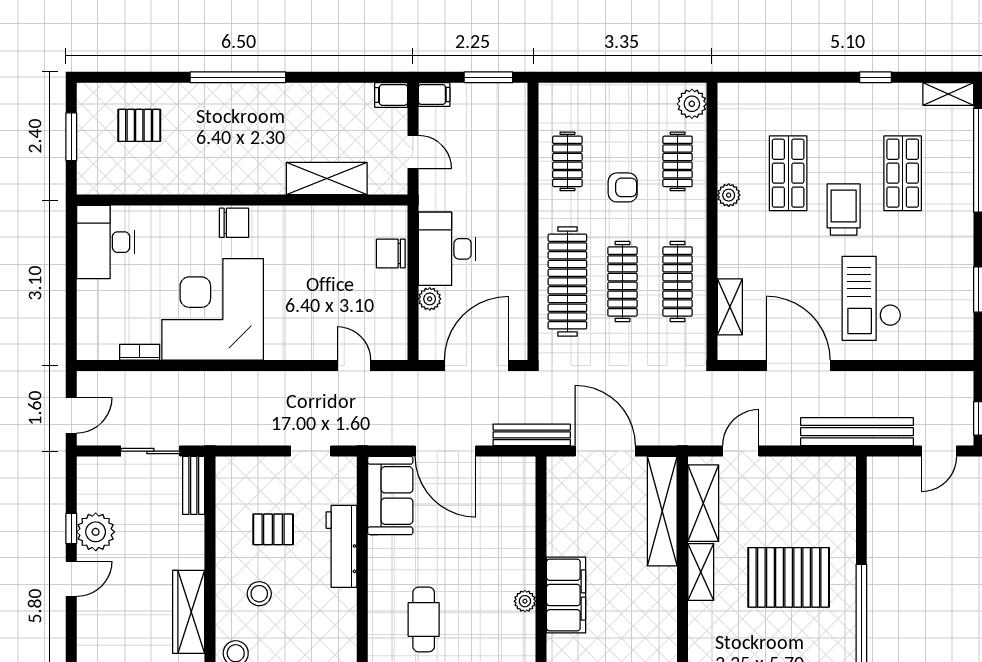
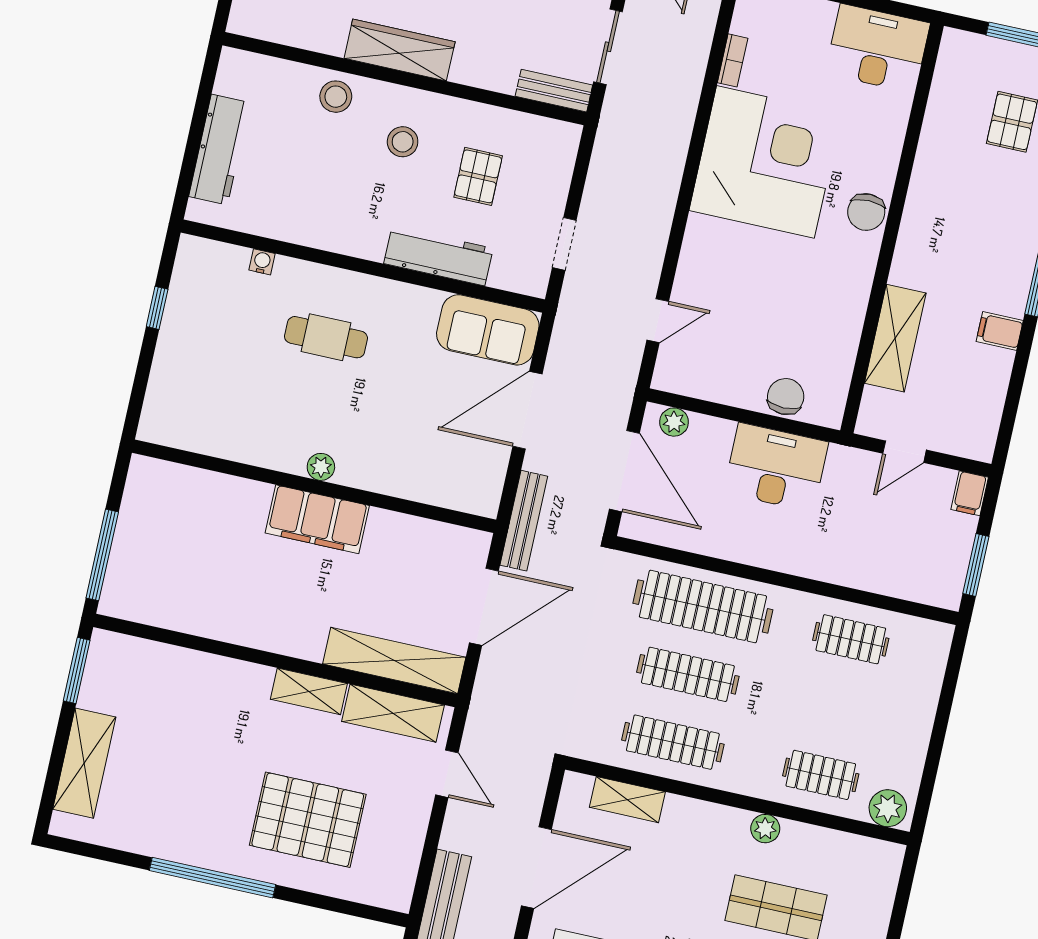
filing cabinet: (391, 95) -> (1000, 331), moved, turned -90
armchair: (623, 187) -> (804, 700), removed
plant: (430, 299) -> (674, 422), moved
pallet: (789, 577) -> (308, 820), moved, turned 90

